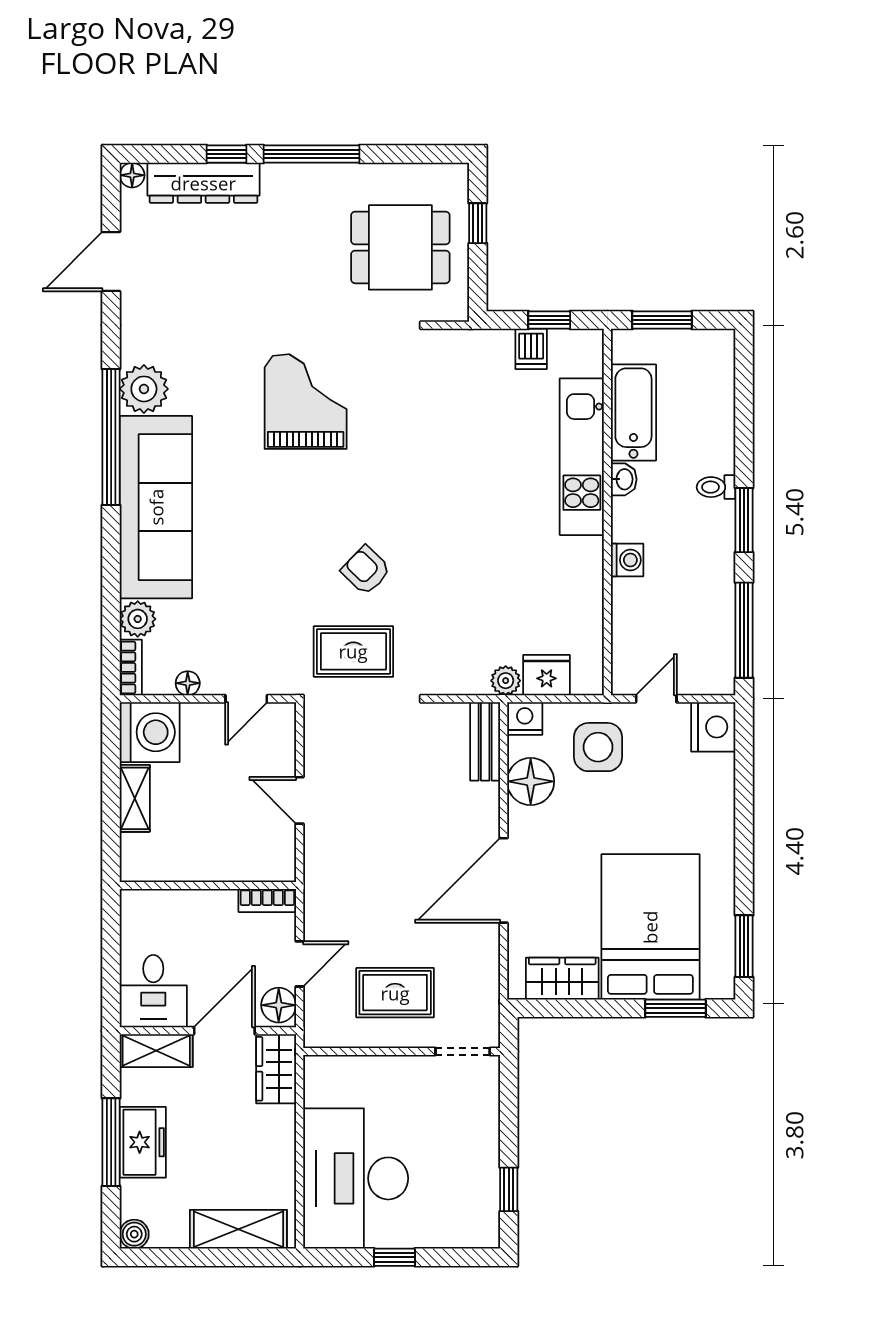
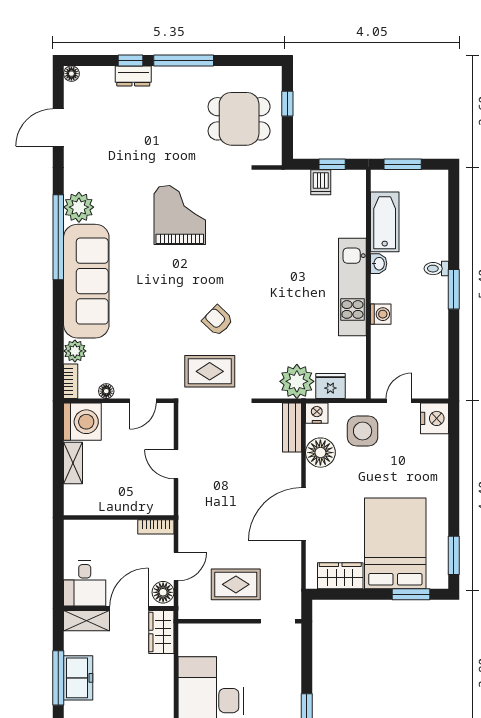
dresser: (203, 183) -> (133, 76), width x0.51, depth x0.80
kitchen unit: (582, 457) -> (352, 287), moved
window: (744, 630) -> (454, 358), removed
plant: (506, 681) -> (297, 381), width x1.87, depth x1.87

